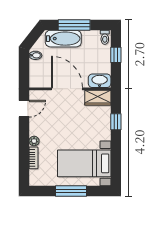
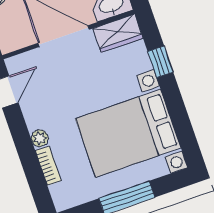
bed with nightstands: (84, 163) -> (128, 133), width x1.36

